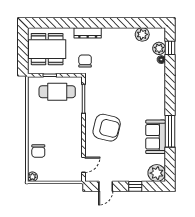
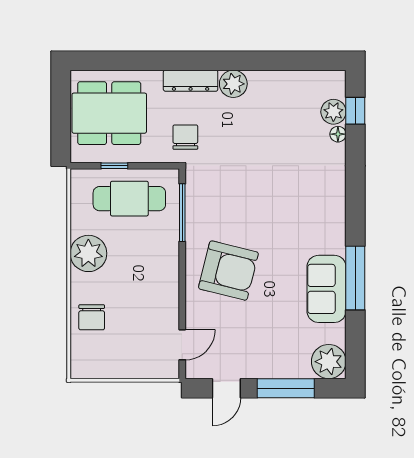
plant: (142, 34) -> (233, 84), moved
plant: (32, 177) -> (88, 253), moved, width x1.88, depth x1.88
window: (135, 186) -> (286, 388), width x2.17

